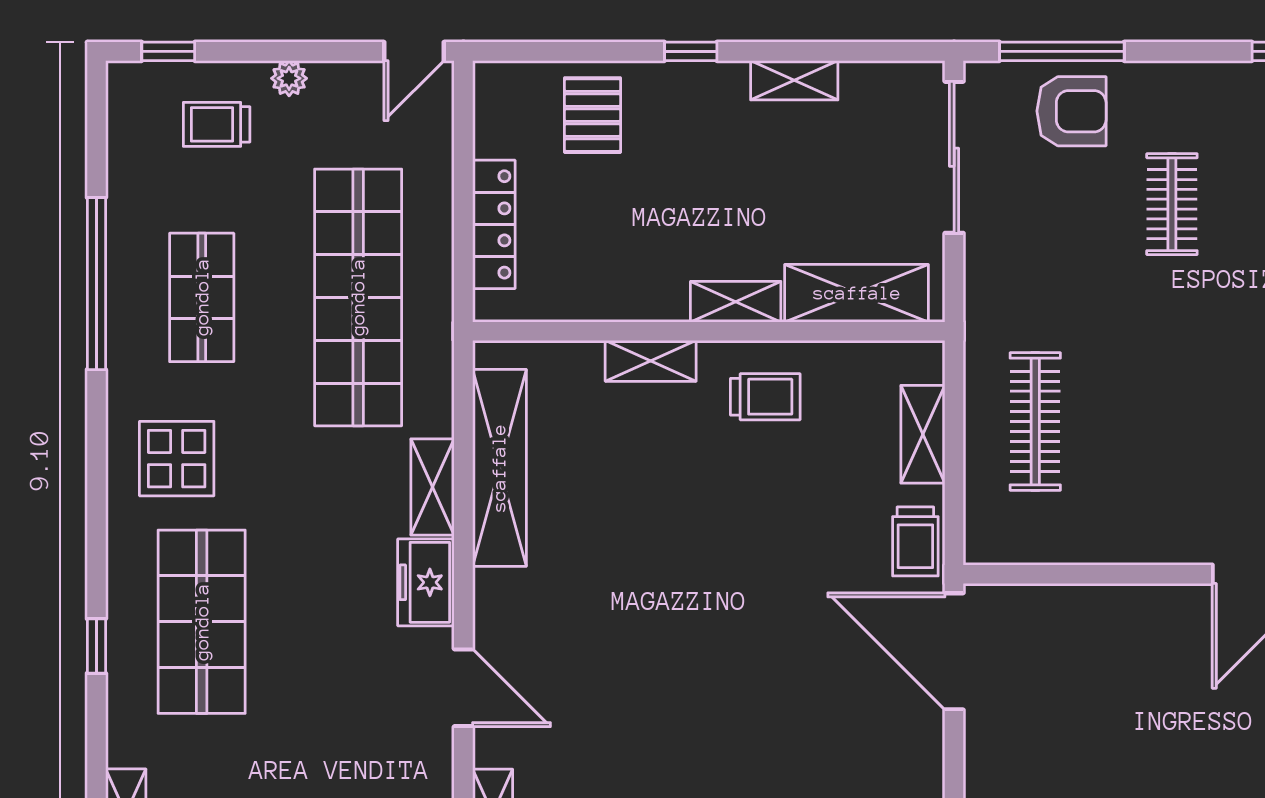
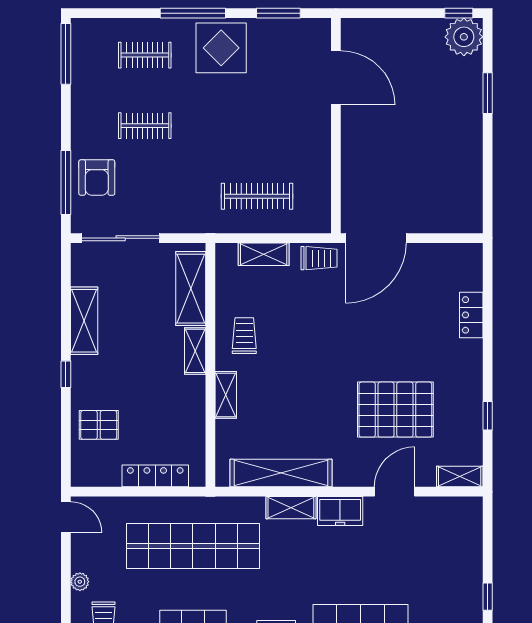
shelving: (794, 80) -> (84, 321), width x1.50, depth x1.33
armchair: (1072, 111) -> (97, 178), turned 180
pallet: (622, 690) -> (395, 410), added

